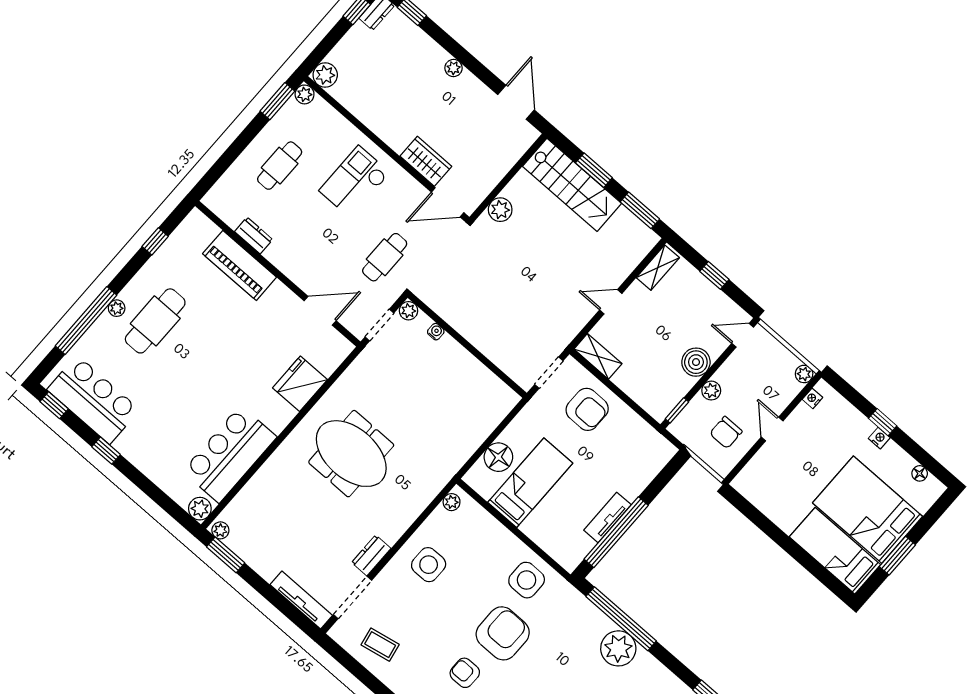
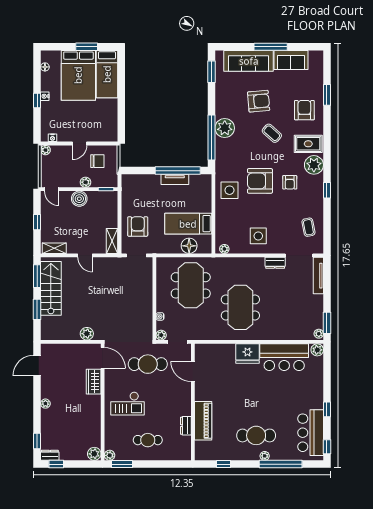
stairs: (572, 185) -> (51, 288), moved
cafe table: (385, 257) -> (148, 364), width x1.37, depth x1.35
fridge: (300, 384) -> (247, 354), moved
meeting table: (442, 412) -> (191, 285), added

